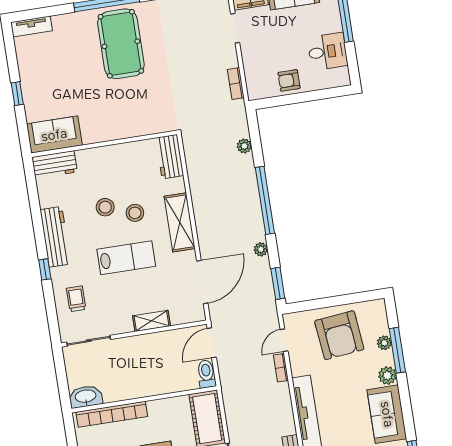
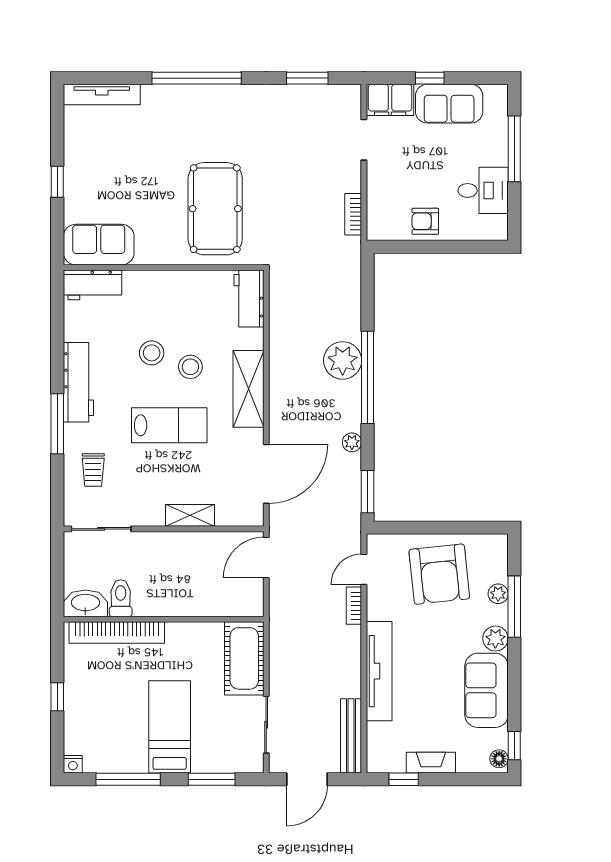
tv unit: (32, 27) -> (102, 95), width x1.41
pool table: (121, 44) -> (215, 209), moved
plant: (244, 146) -> (343, 360), moved, width x1.88, depth x1.88
window: (45, 269) -> (57, 424), width x2.17
trolley: (76, 299) -> (93, 470), turned 180
toilet: (206, 374) -> (121, 598), moved

